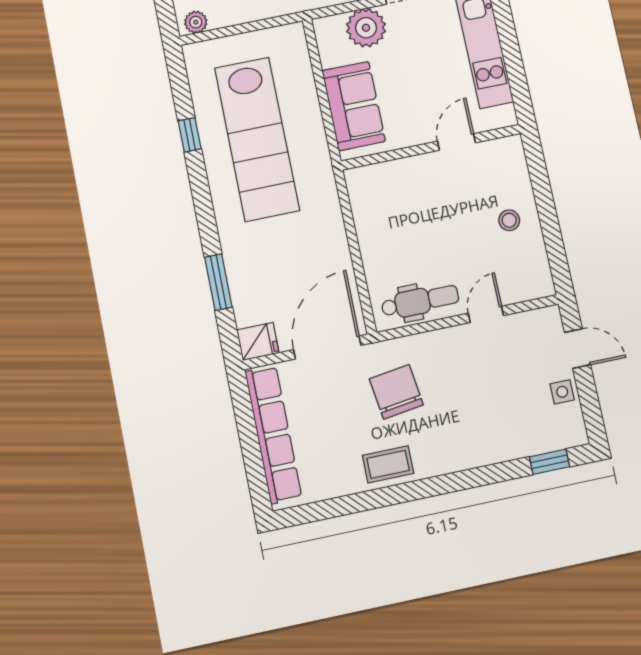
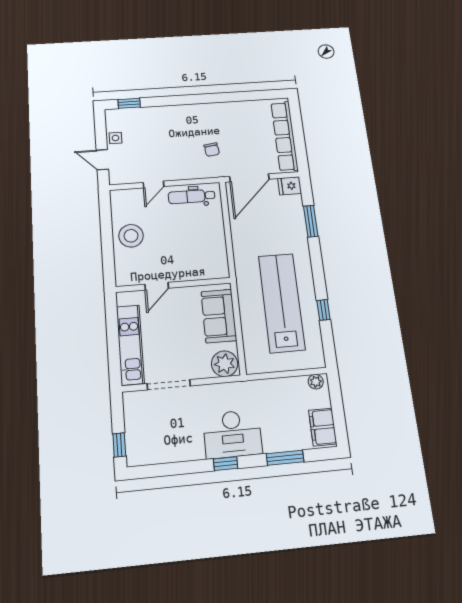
plant: (366, 28) -> (225, 364), moved
stool: (509, 220) -> (131, 236), width x1.89, depth x1.89
chair: (396, 392) -> (212, 150), width x0.54, depth x0.54
coffee table: (388, 464) -> (221, 113), removed

